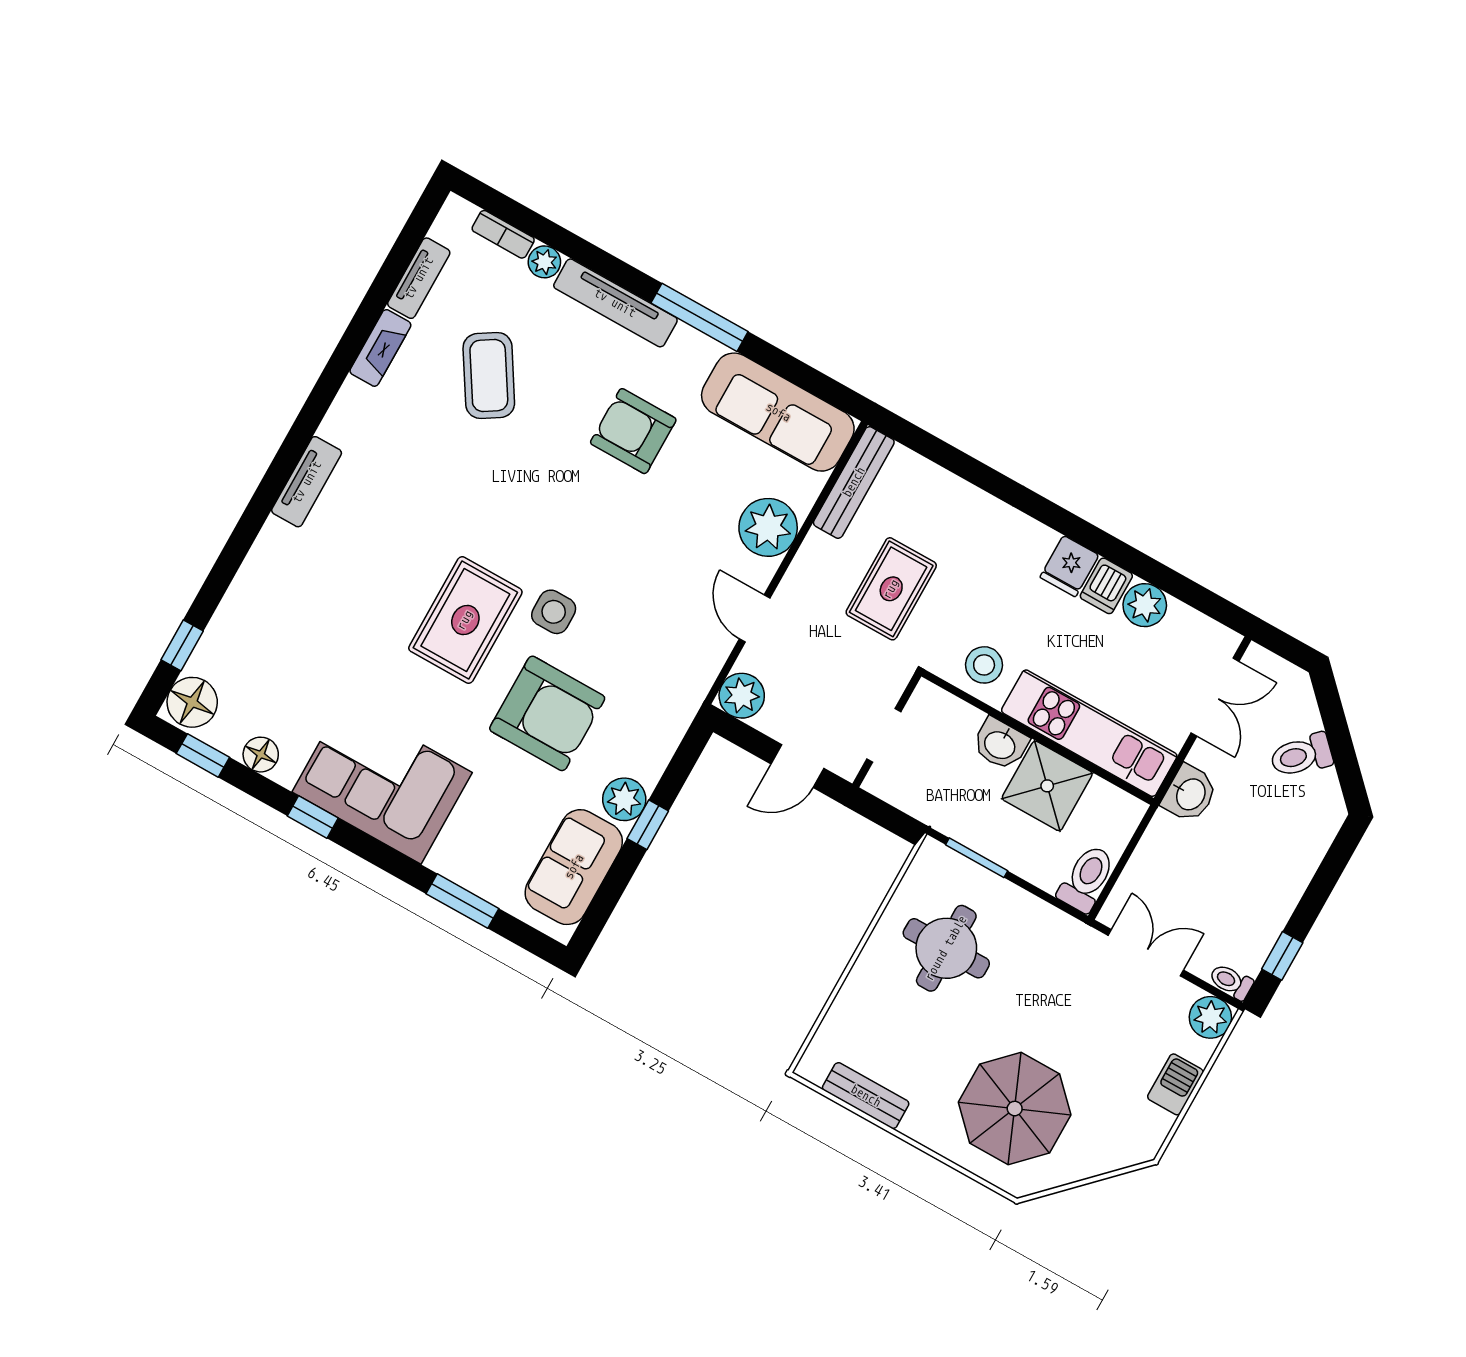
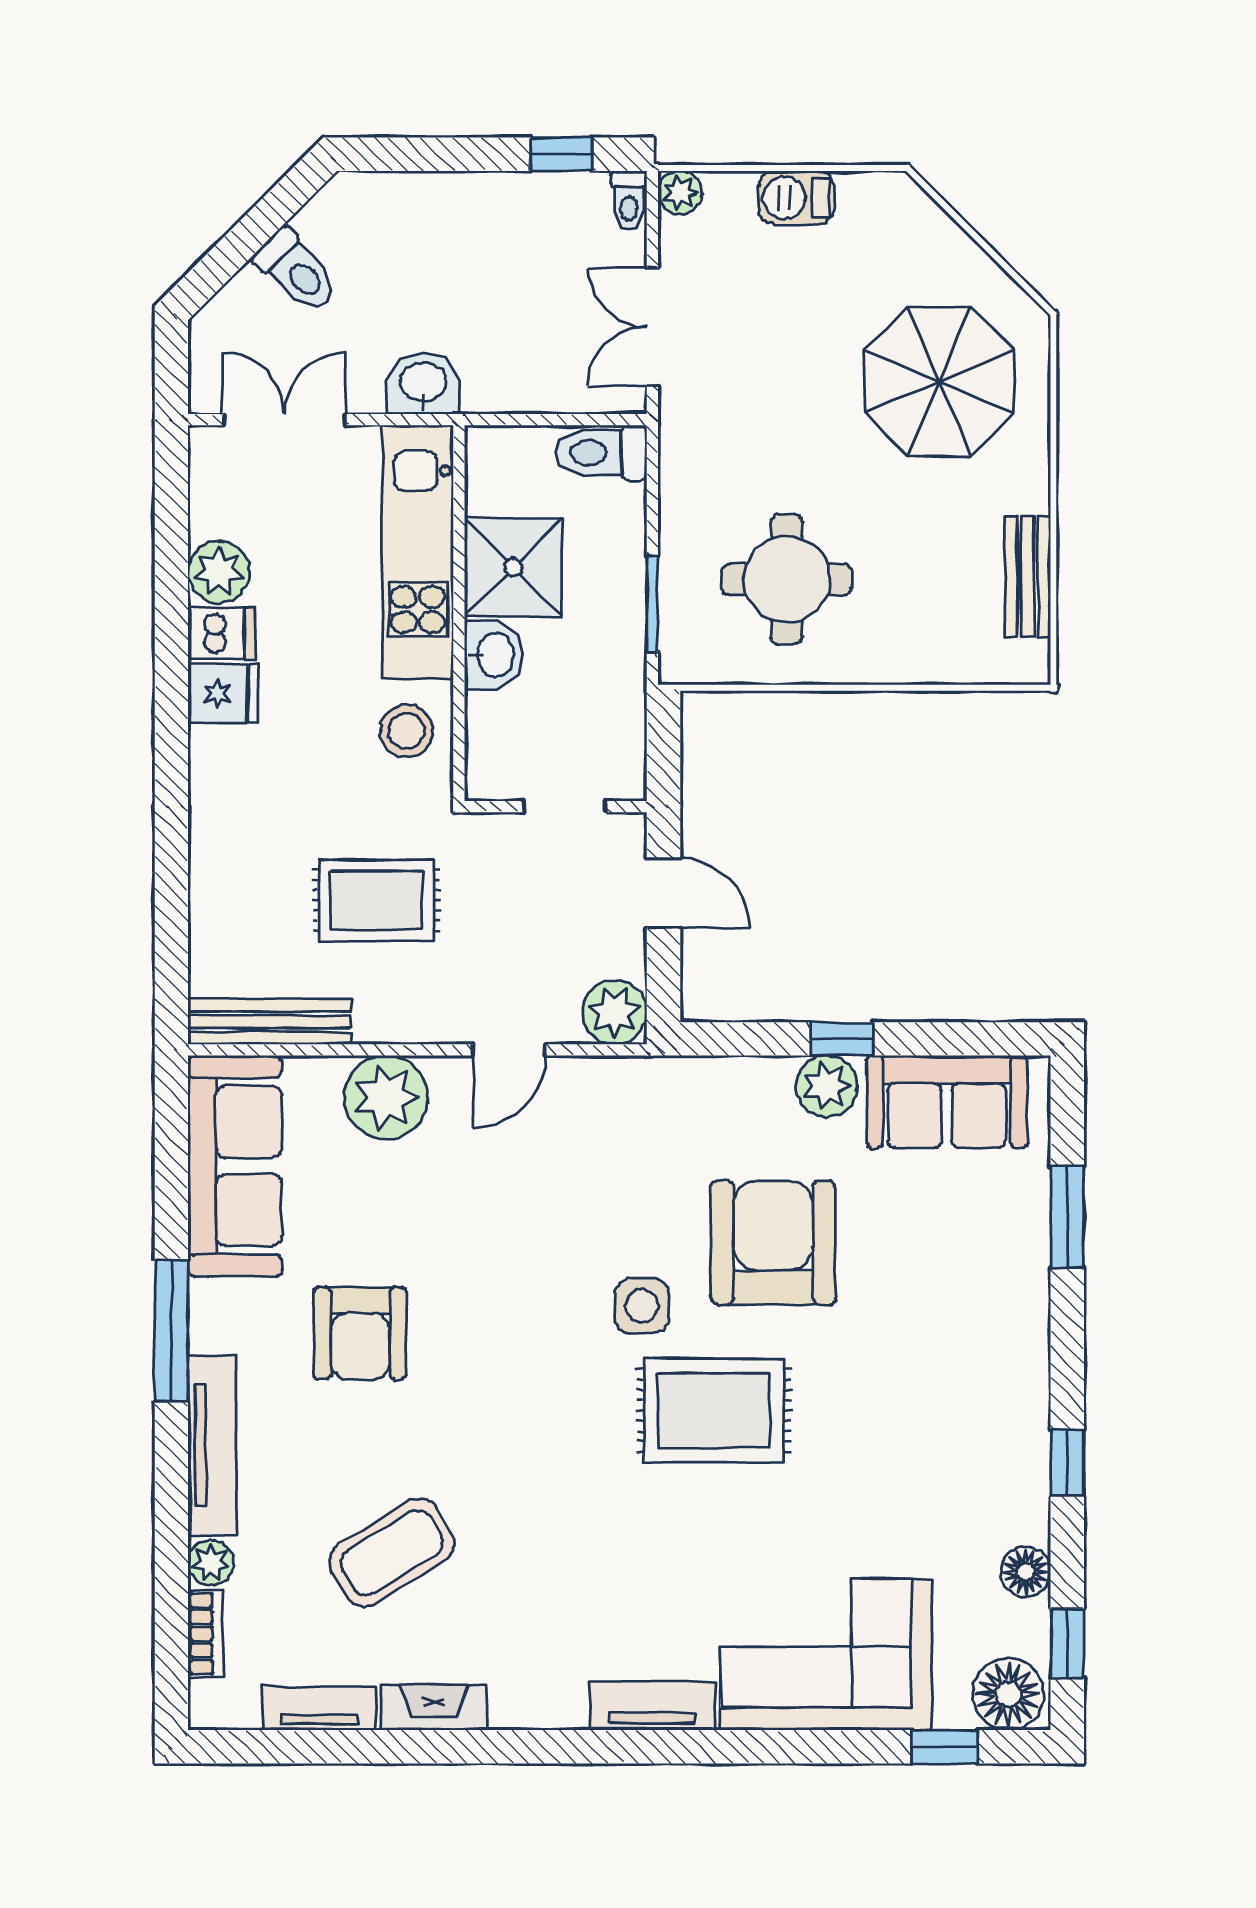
corner sofa: (382, 782) -> (826, 1654), moved, turned 90
plant: (1210, 1017) -> (680, 193), width x0.73, depth x0.73

